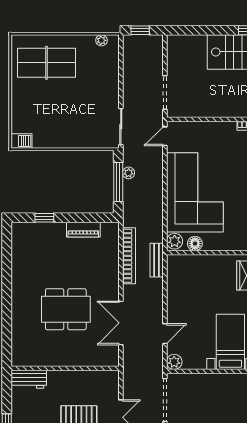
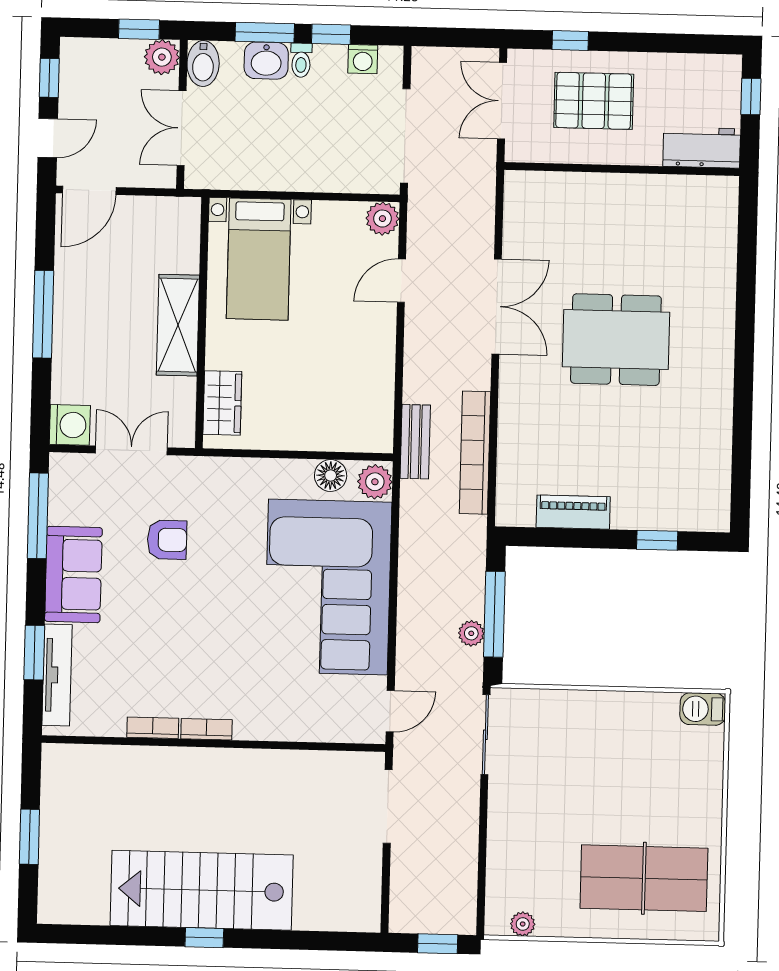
wall: (65, 368) -> (622, 169), moved
workbench: (29, 379) -> (702, 148), moved

